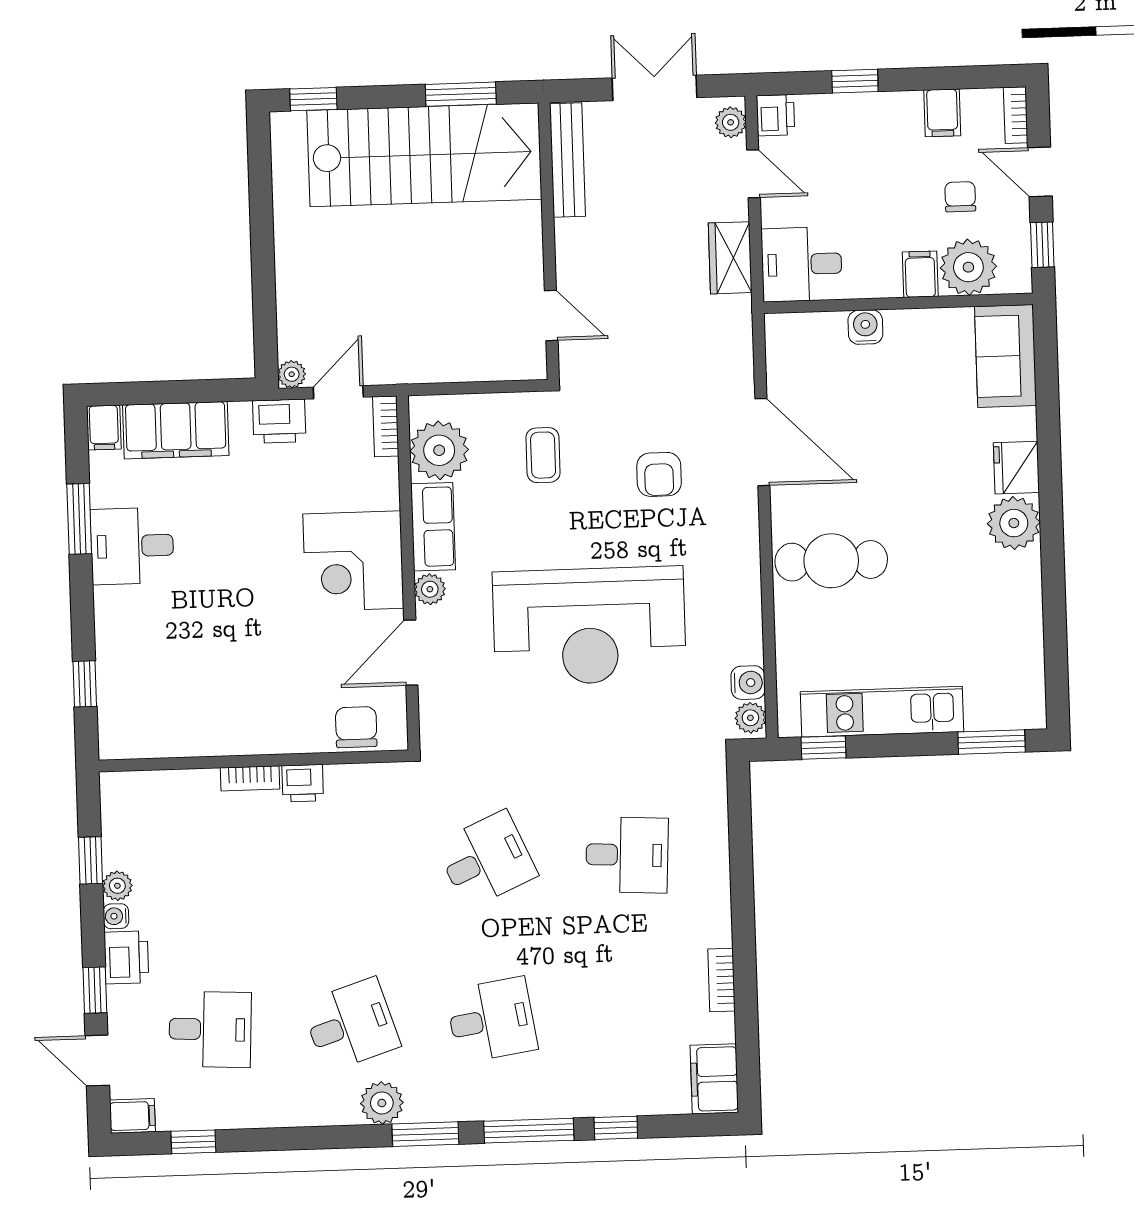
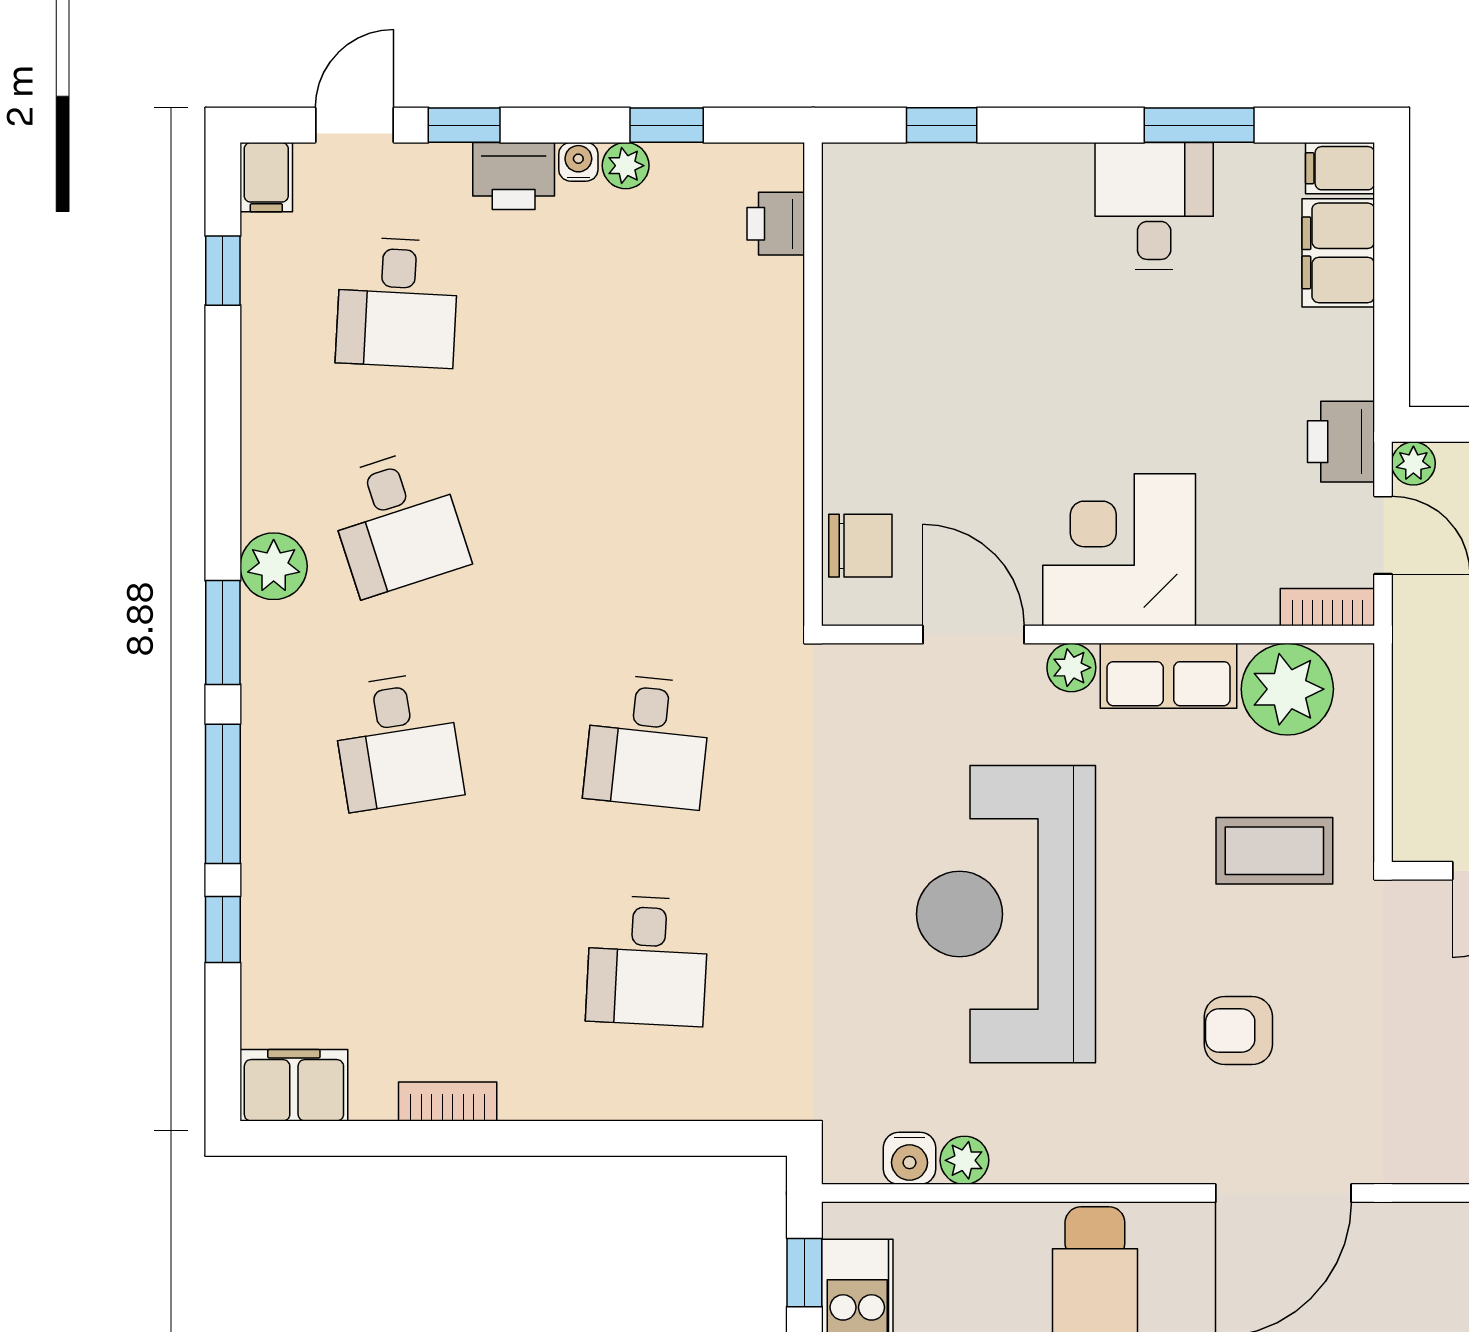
filing cabinet: (176, 430) -> (1338, 253), width x0.67, depth x0.86
coffee table: (543, 455) -> (1274, 851), width x1.36, depth x1.30
plant: (750, 718) -> (964, 1160), moved
bookcase: (250, 778) -> (786, 378), removed
printer: (303, 783) -> (776, 224), moved
desk: (486, 860) -> (647, 741), turned 30

